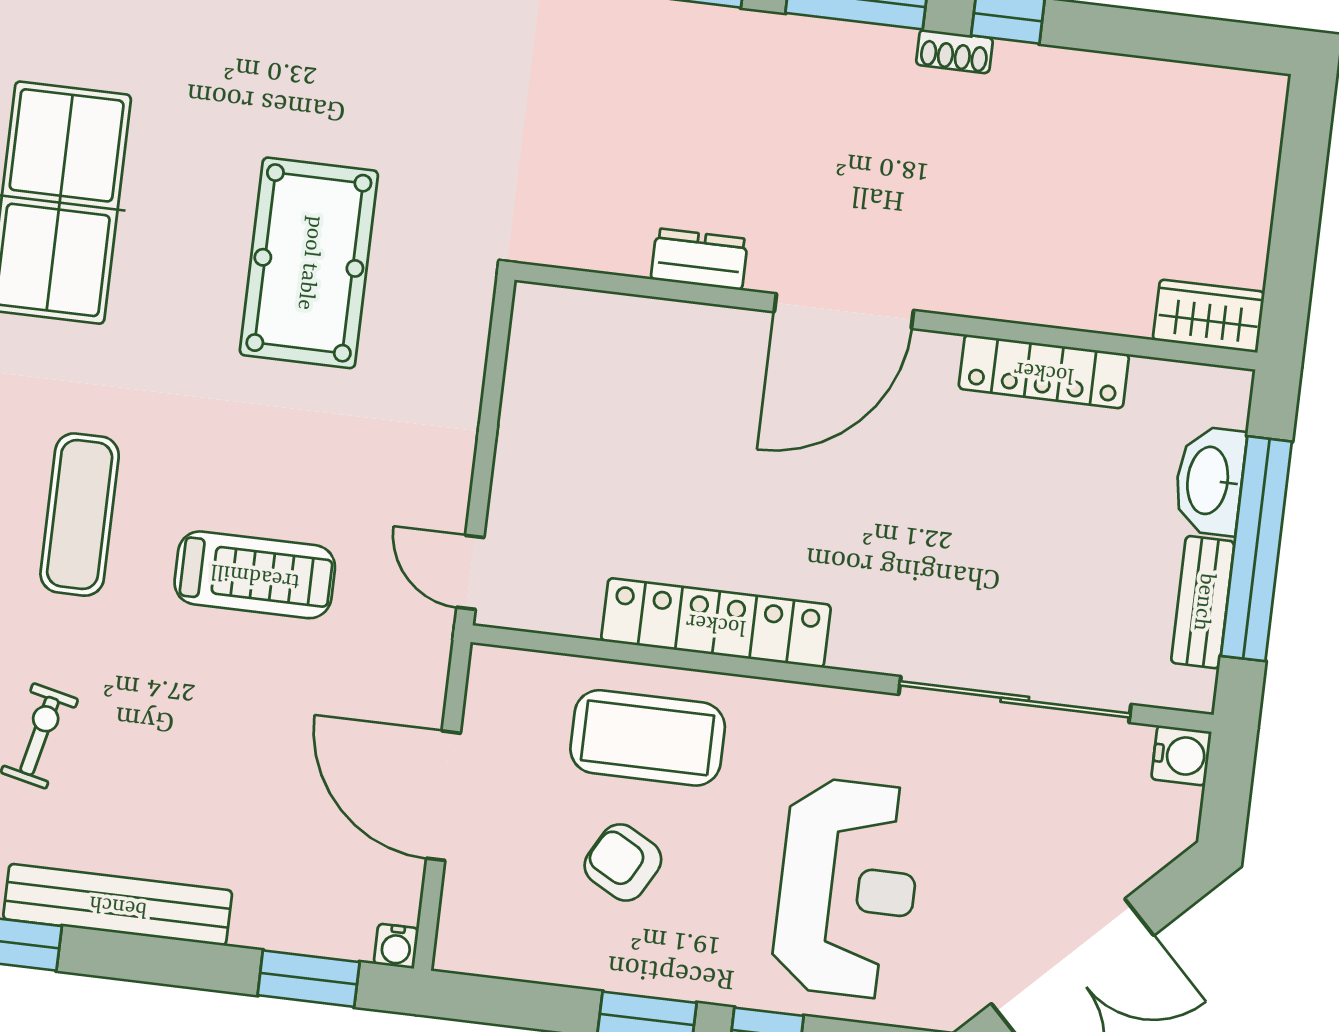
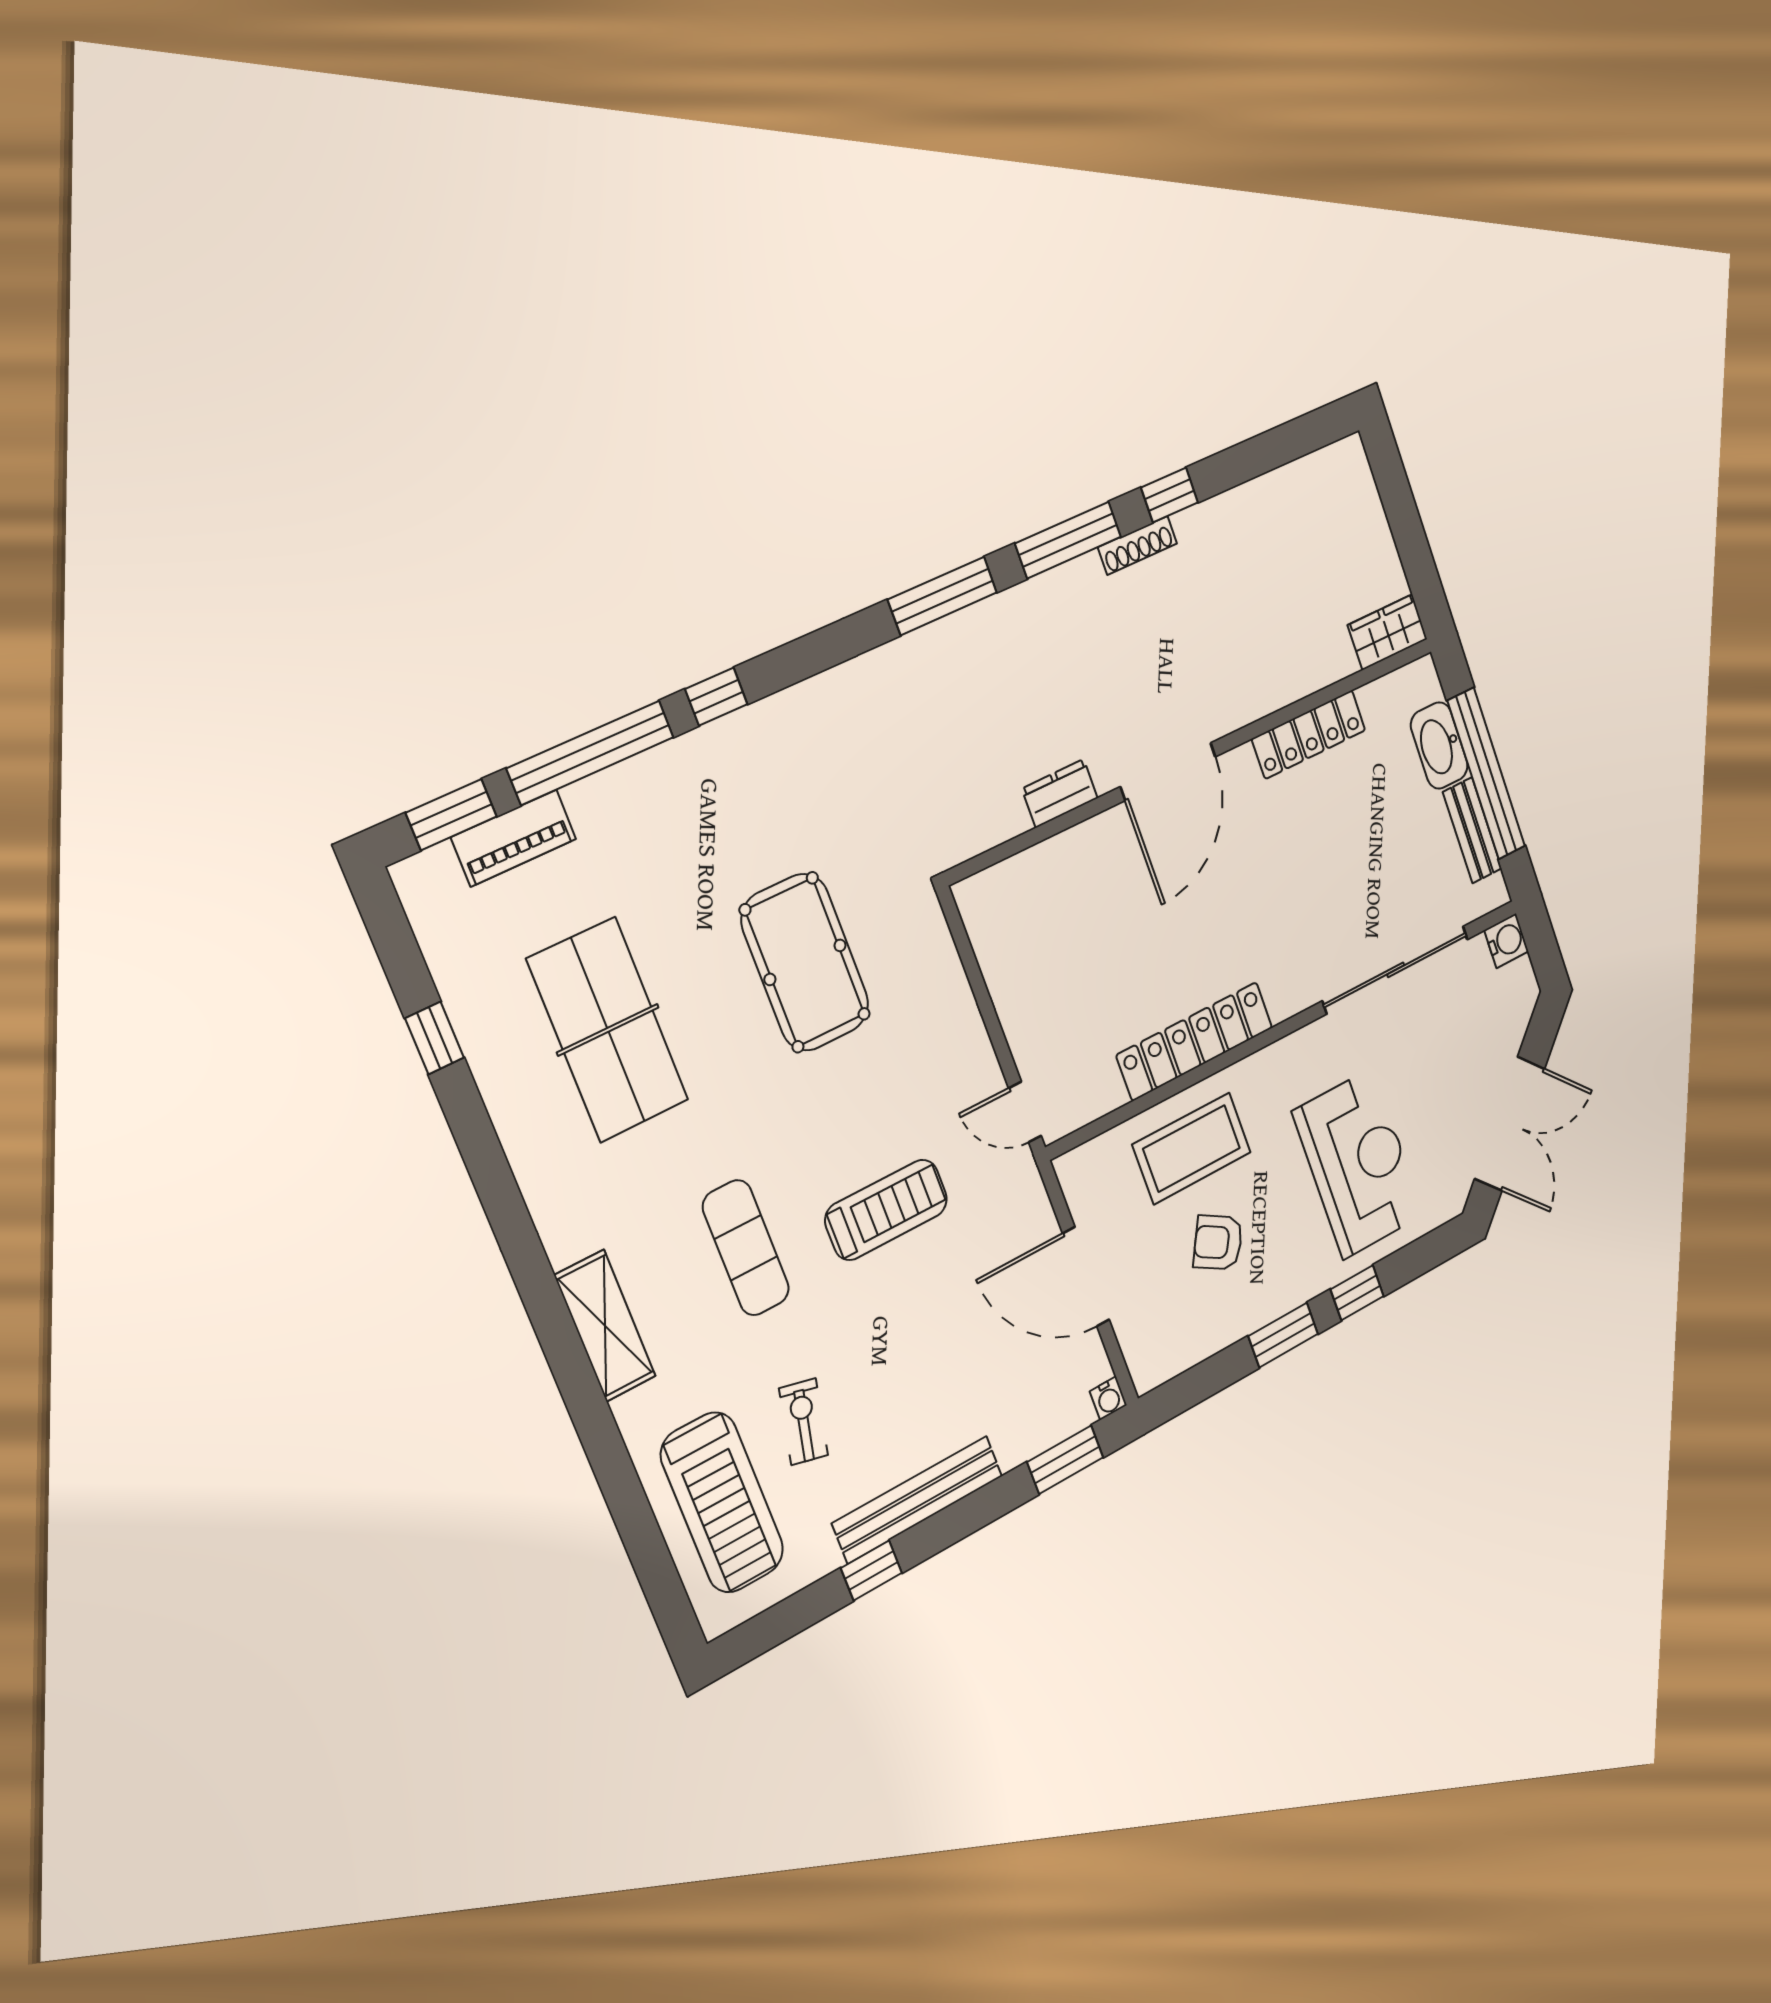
shoe rack: (954, 51) -> (1138, 545), width x1.43

